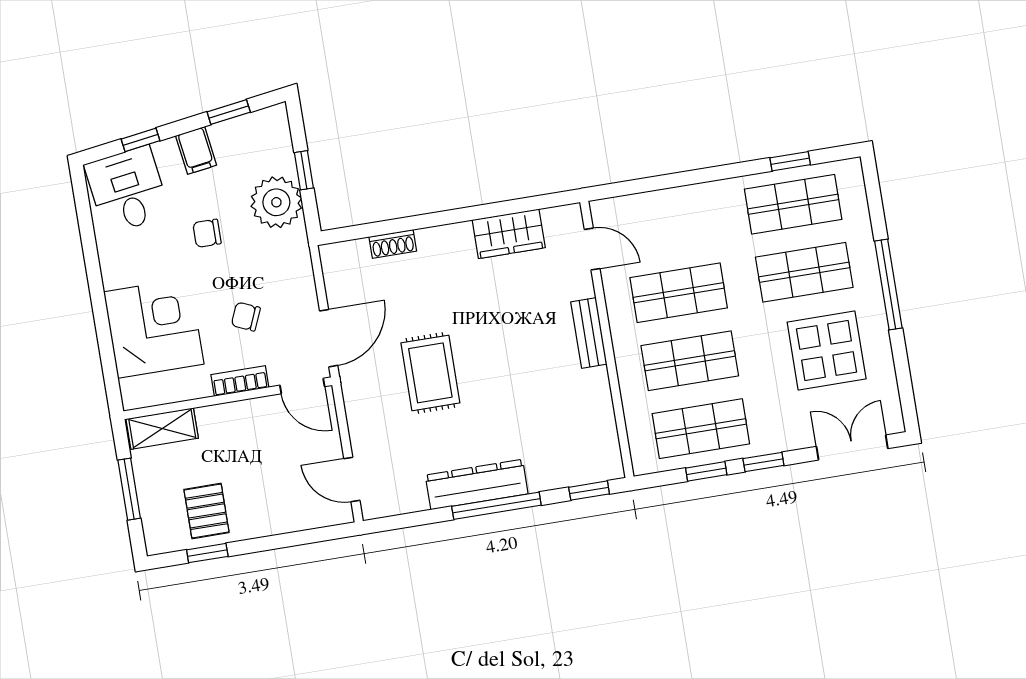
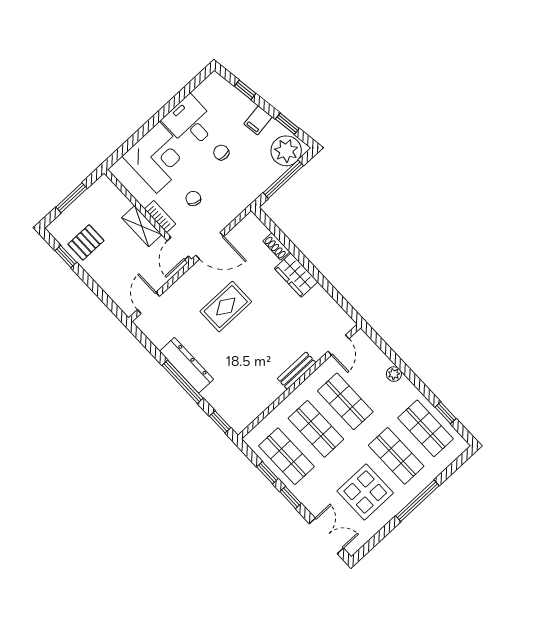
window: (304, 170) -> (283, 179), width x2.17
desk: (127, 190) -> (190, 122), moved, turned -82
plant: (686, 198) -> (394, 374), added
plant: (276, 202) -> (286, 151), moved
wardrobe: (509, 234) -> (296, 275), moved
shelving: (162, 429) -> (142, 226), moved

